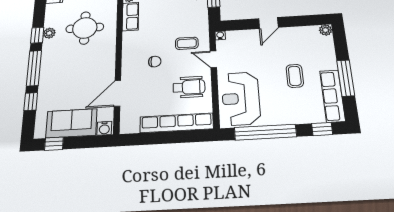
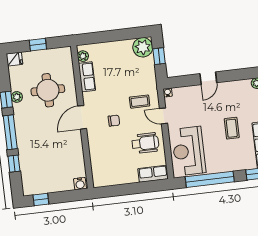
door: (117, 93) -> (82, 117), moved
sofa: (71, 123) -> (52, 181), removed
row of seats: (177, 123) -> (153, 174), width x0.50

